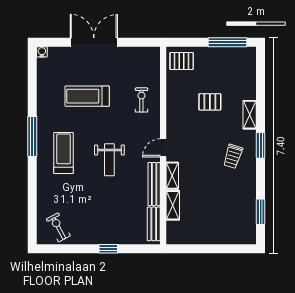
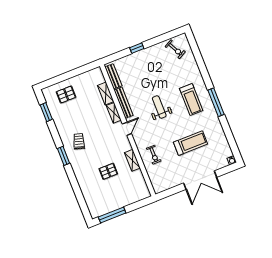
pallet: (182, 61) -> (66, 94), moved
shelving: (250, 115) -> (132, 160), moved

